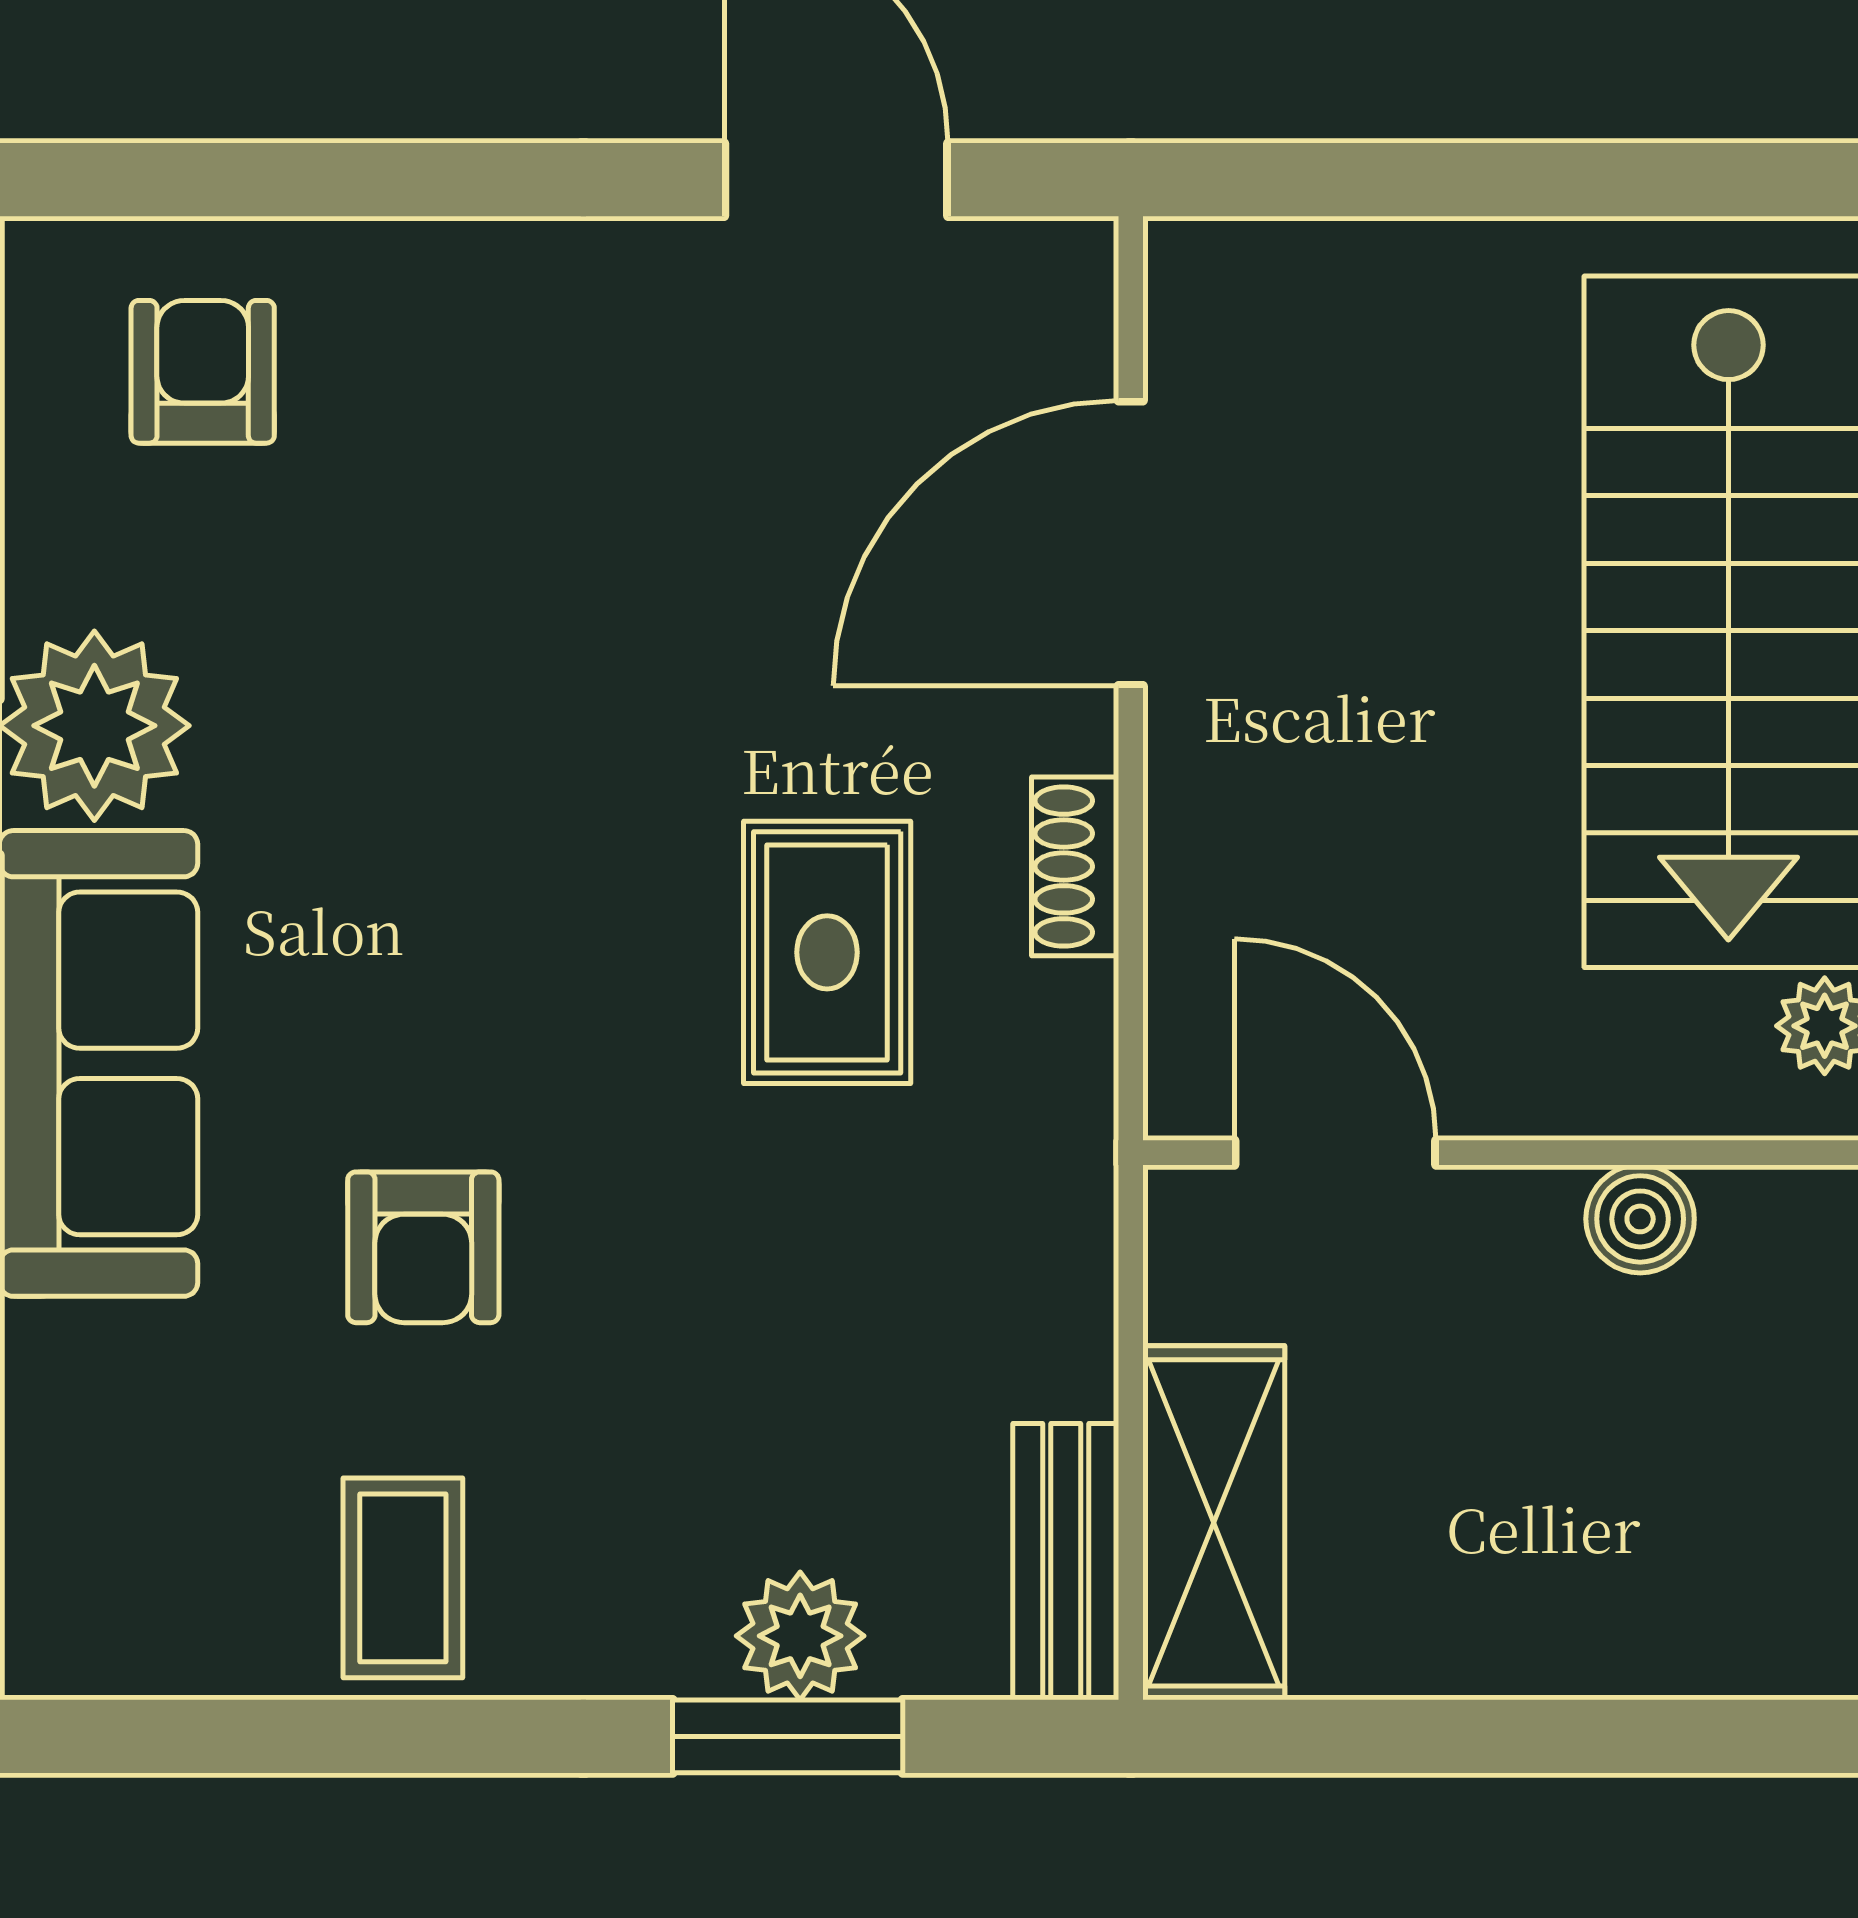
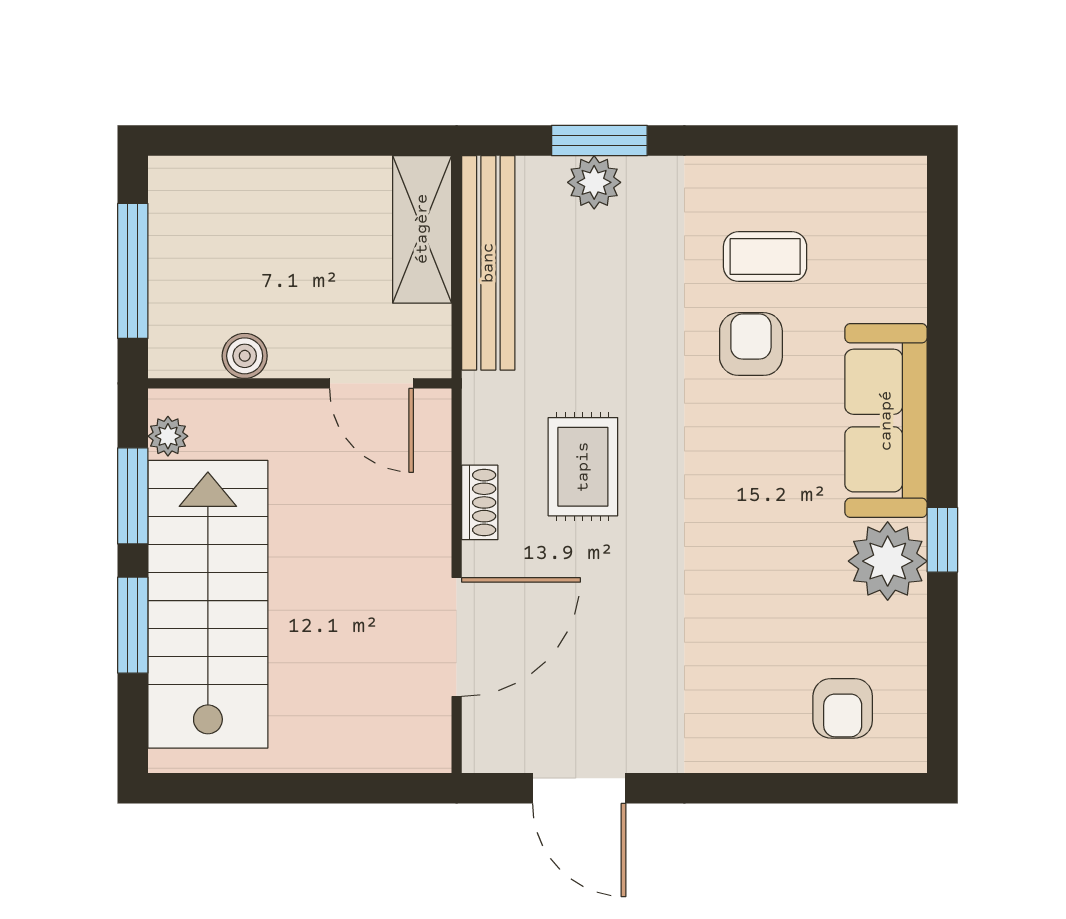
bench: (1066, 1562) -> (488, 263), width x1.86, depth x1.21
coffee table: (403, 1578) -> (765, 257), moved, turned 90

